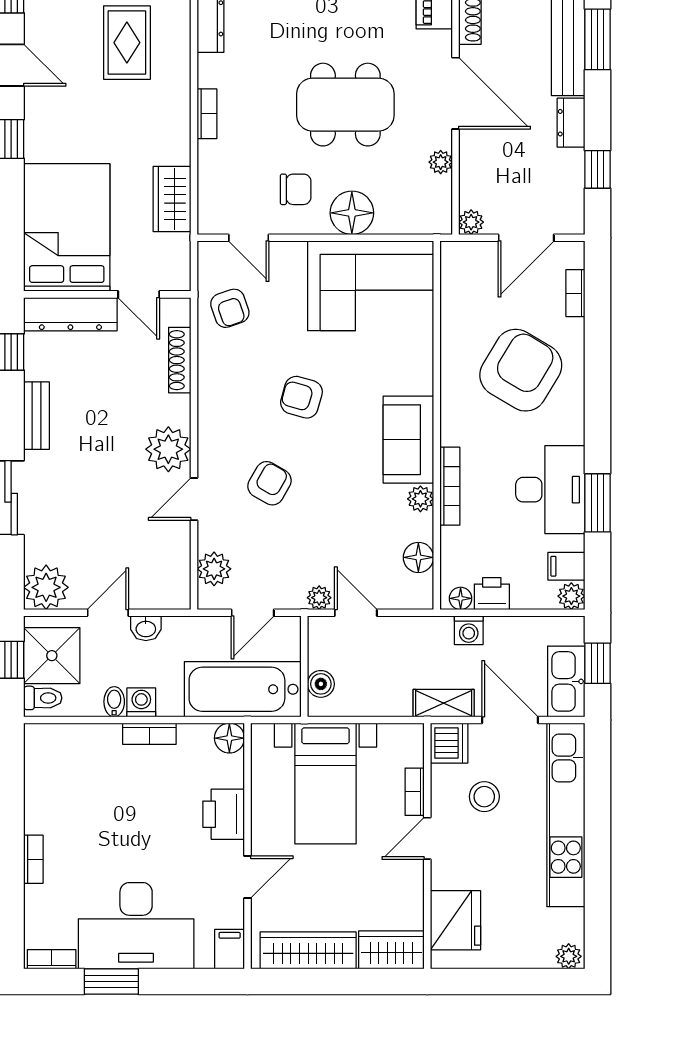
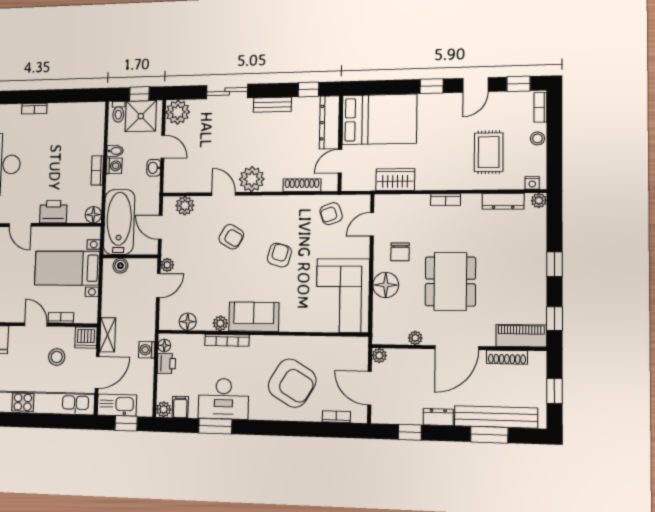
rug: (127, 43) -> (489, 152), turned 90

